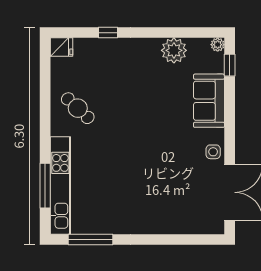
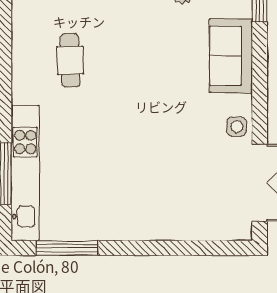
cafe table: (78, 108) -> (70, 60), moved, turned 45

